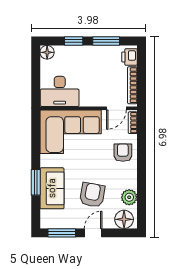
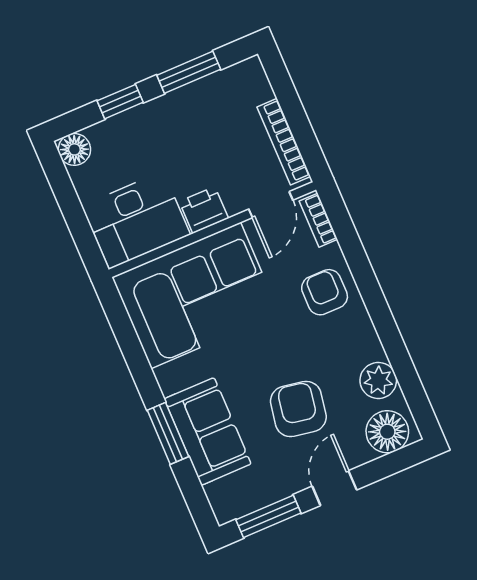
printer: (129, 57) -> (204, 210), moved, turned 90

